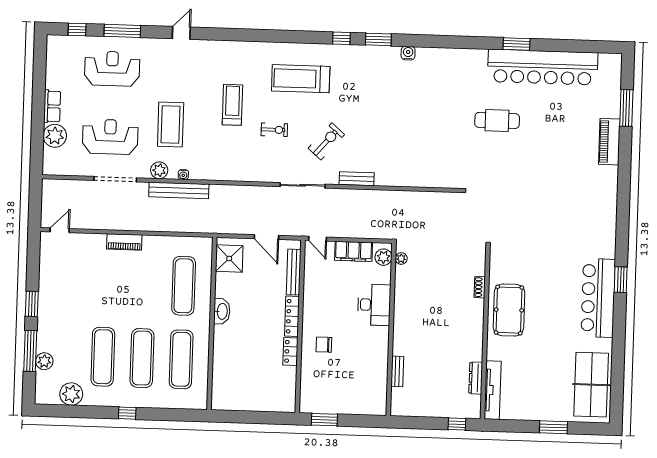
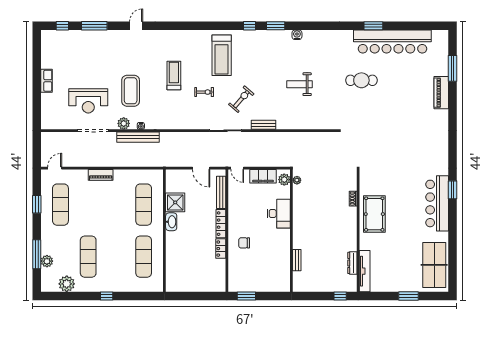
reception desk: (112, 69) -> (88, 53), removed
treadmill: (301, 79) -> (222, 55), turned -90
weight bench: (409, 123) -> (300, 84), added
plant: (55, 136) -> (49, 101), removed
reception desk: (110, 137) -> (88, 101), turned 180
shower: (229, 258) -> (175, 202), moved
window: (32, 304) -> (37, 204), moved
exercise mat: (142, 358) -> (60, 205), moved

